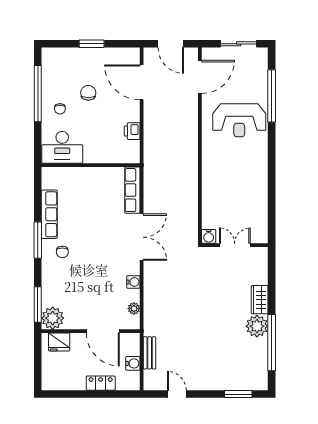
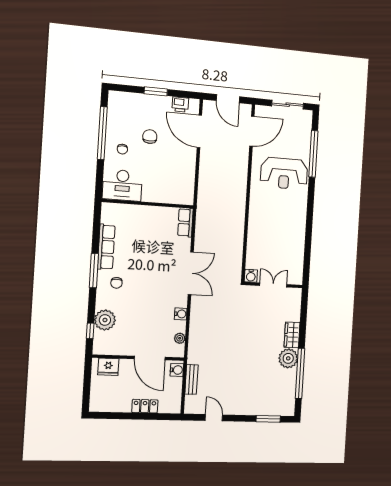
printer: (132, 131) -> (180, 104), moved, turned -90
row of seats: (132, 190) -> (185, 223), width x0.68
window: (38, 304) -> (90, 331), width x0.46
plant: (53, 318) -> (105, 320), moved
water cooler: (133, 363) -> (177, 370), moved

